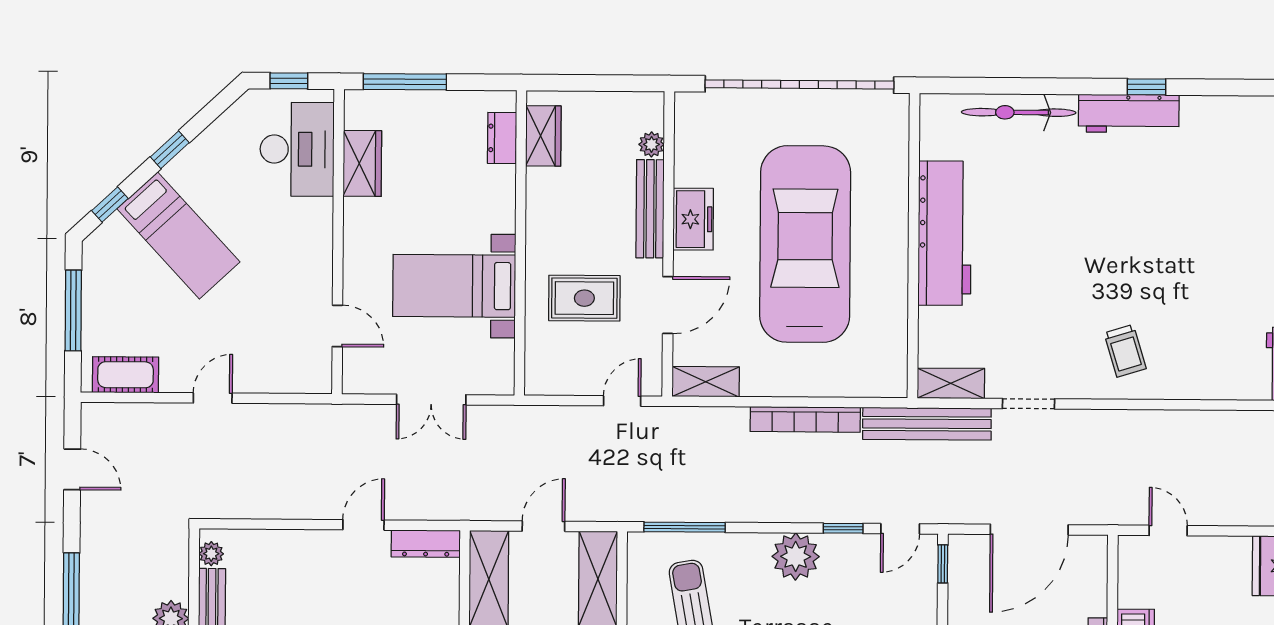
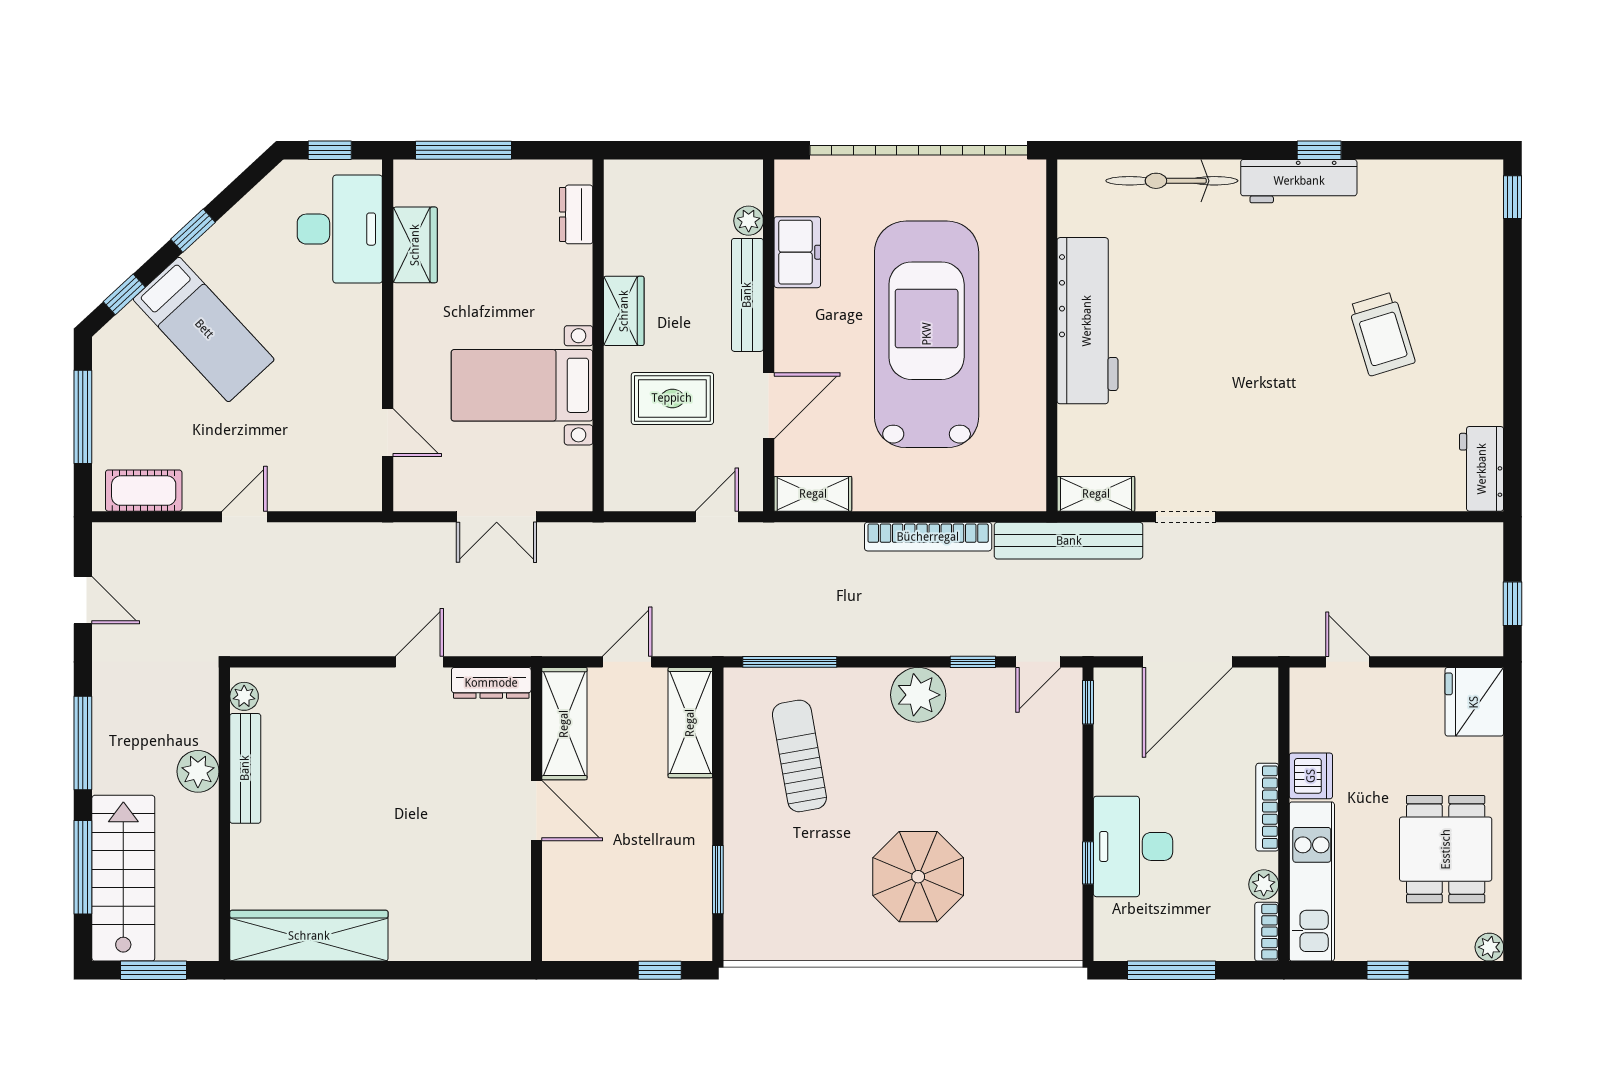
wardrobe: (543, 136) -> (624, 311), moved
freezer: (693, 219) -> (797, 252), moved
trolley: (1125, 351) -> (1382, 334), moved, width x1.36, depth x1.39

